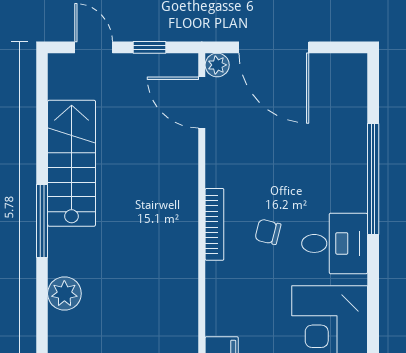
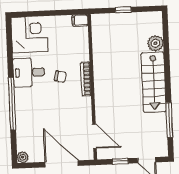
plant: (217, 65) -> (23, 157), moved
stairs: (72, 163) -> (154, 82), moved
window: (42, 221) -> (169, 120), moved

